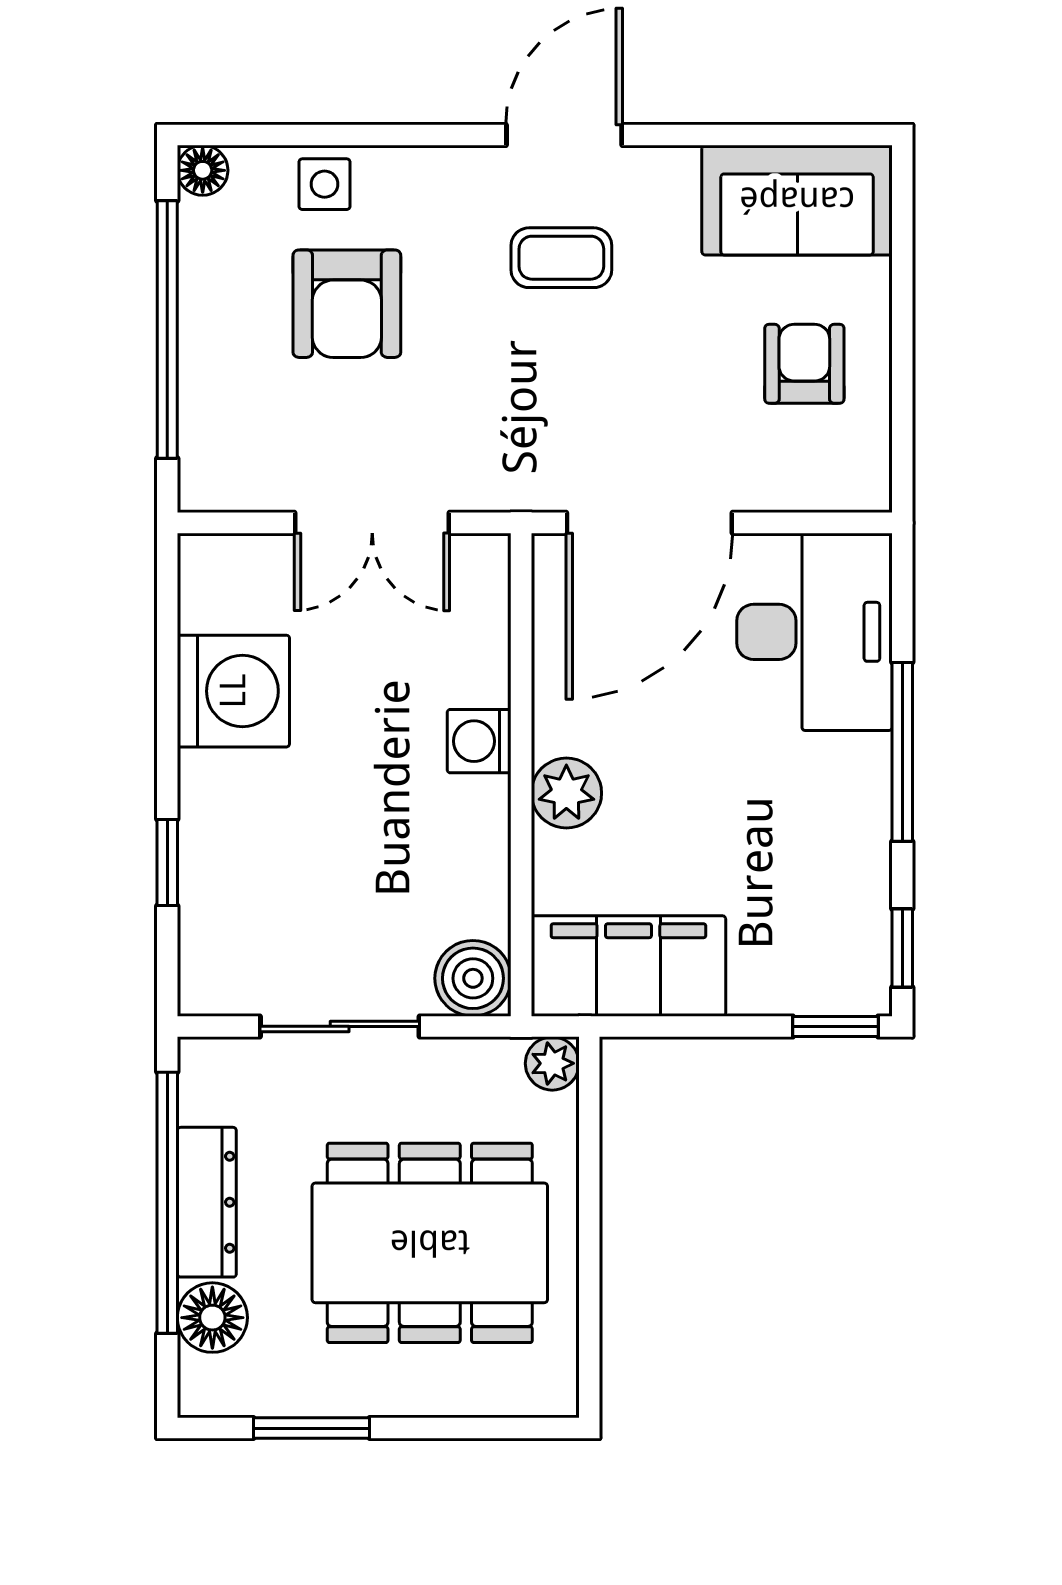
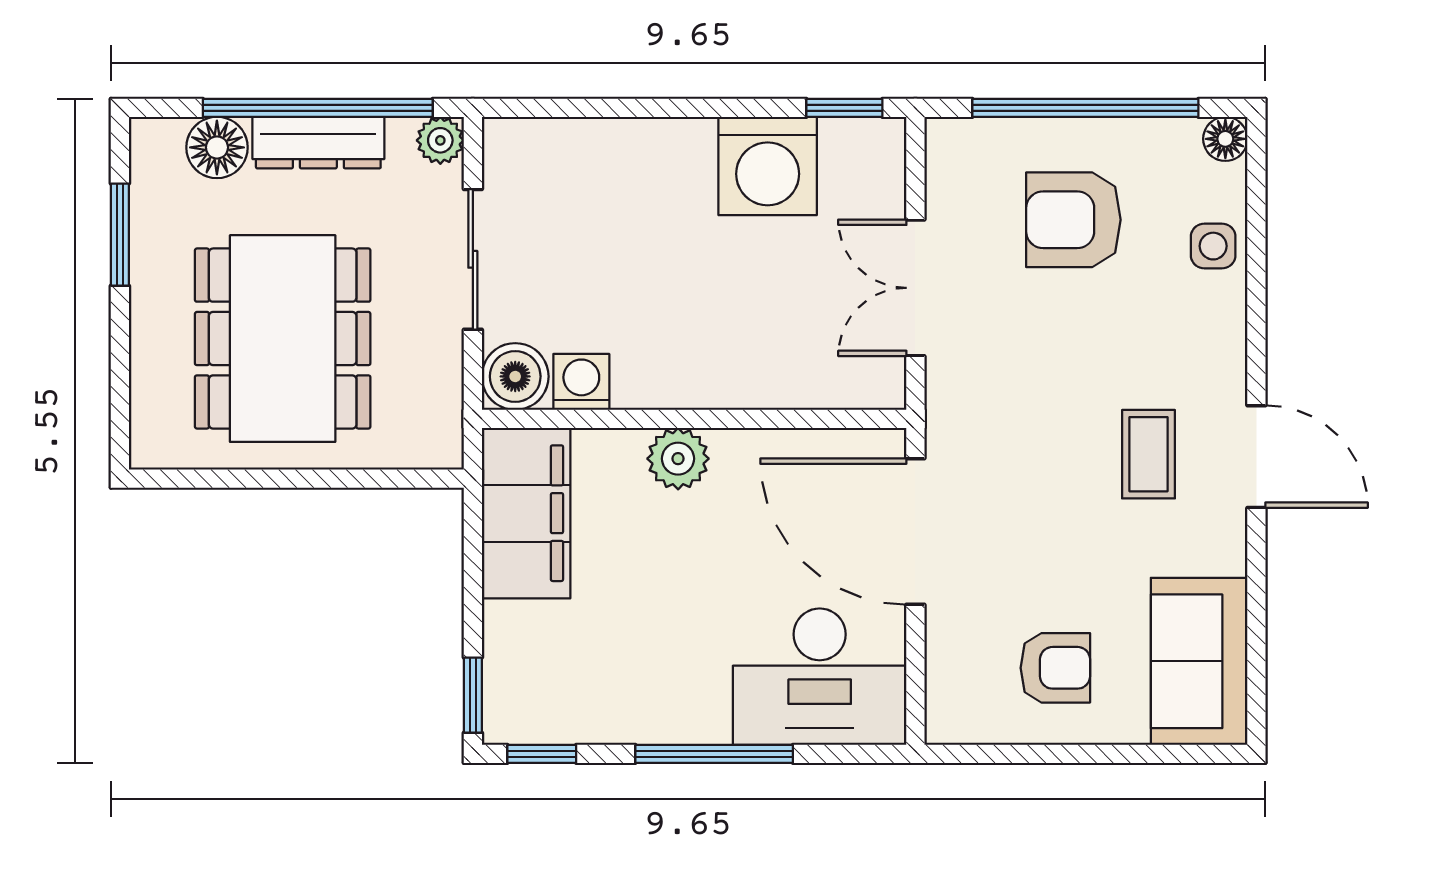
armchair: (347, 304) -> (1073, 220), moved
washing machine: (479, 741) -> (581, 382), moved
window: (167, 862) -> (844, 108), moved
plant: (552, 1063) -> (440, 140), moved

